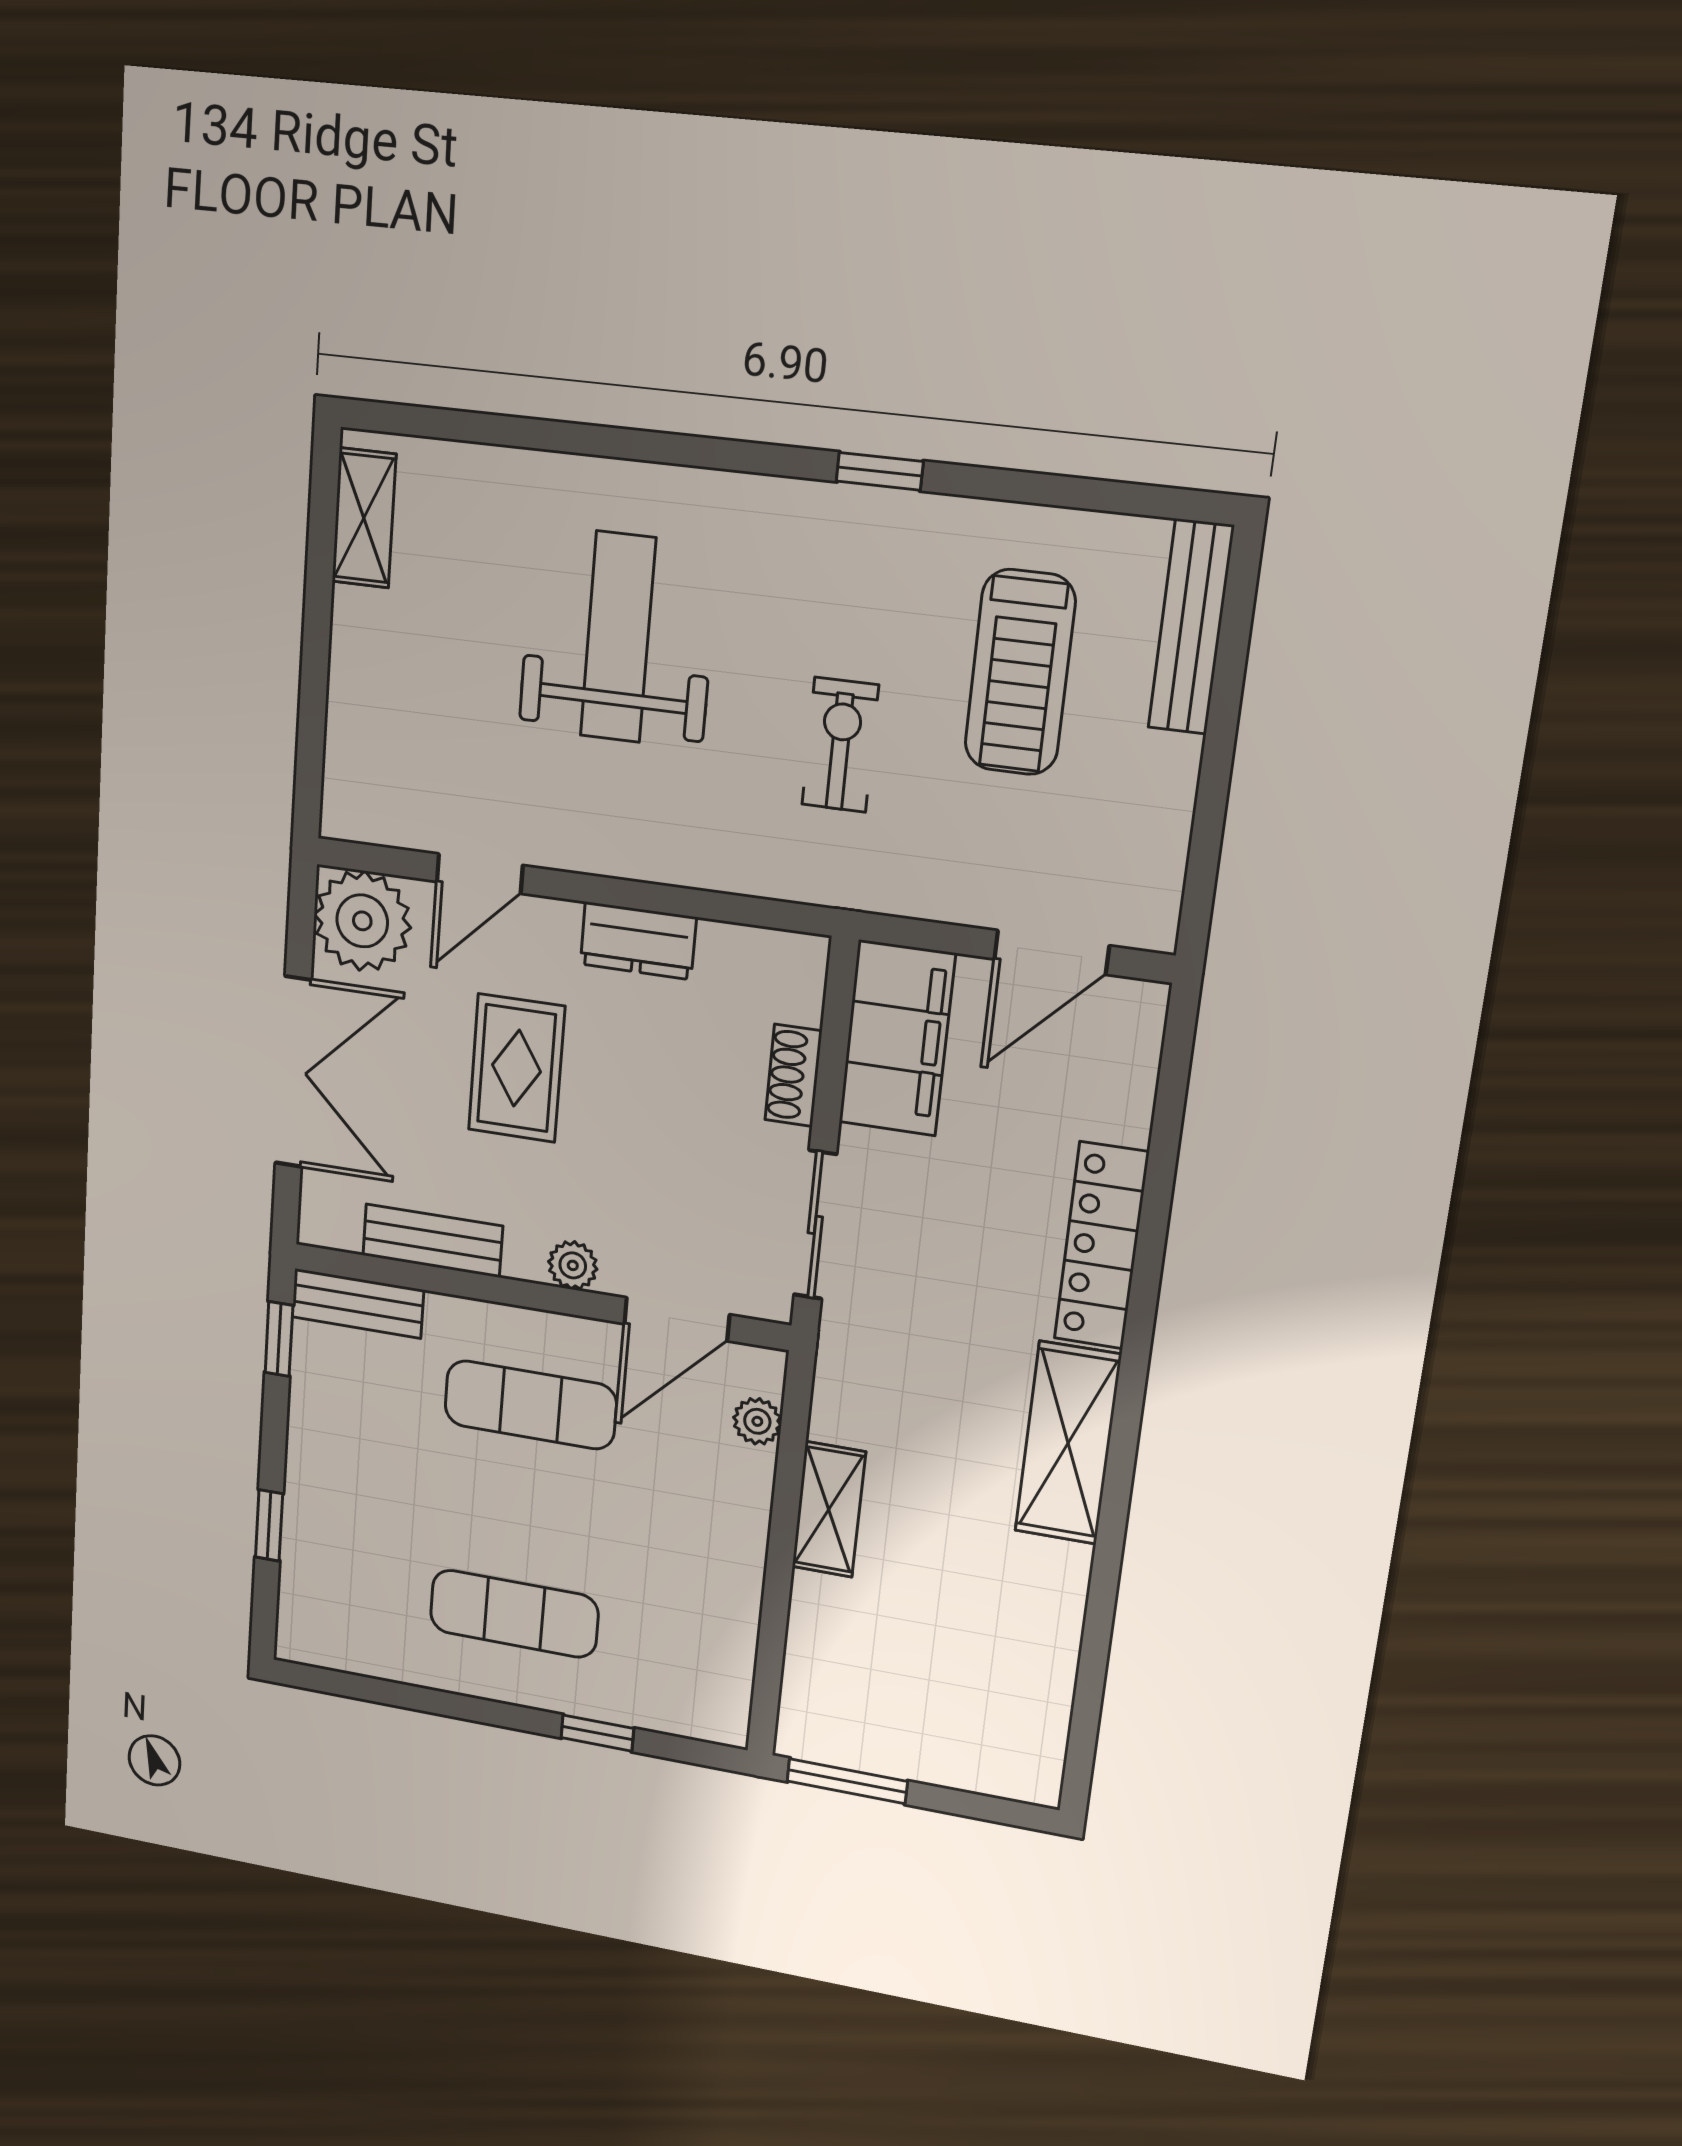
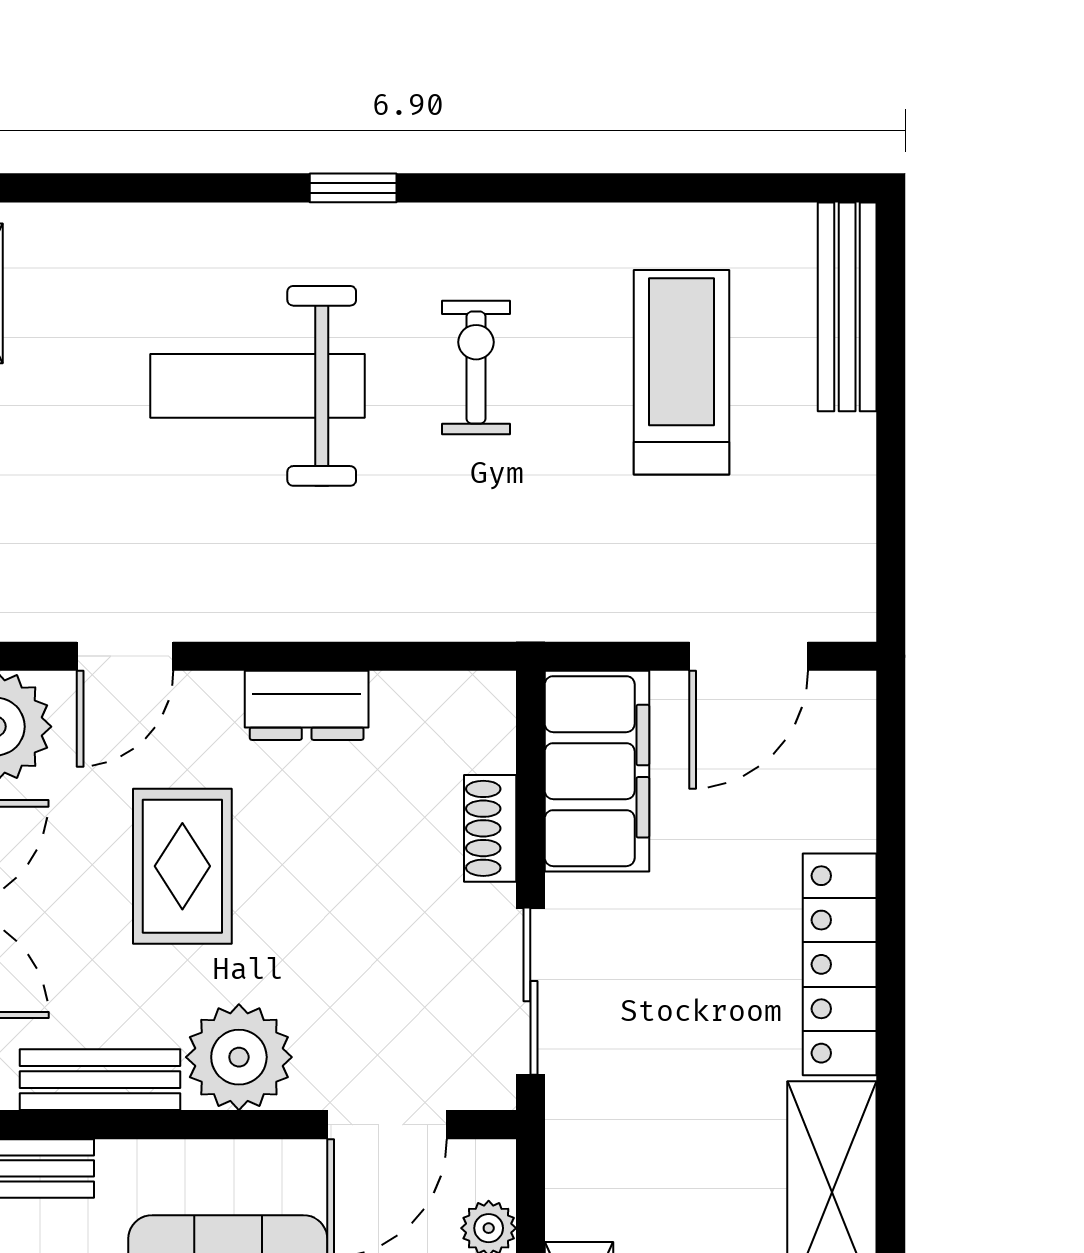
window: (880, 471) -> (353, 188), moved
weight bench: (618, 637) -> (257, 386), turned -90
treadmill: (1020, 673) -> (681, 372), turned 180
exercise bike: (840, 745) -> (476, 368), moved
plant: (573, 1265) -> (239, 1057), width x1.88, depth x1.88

